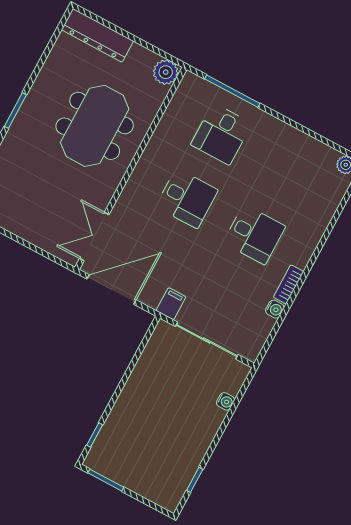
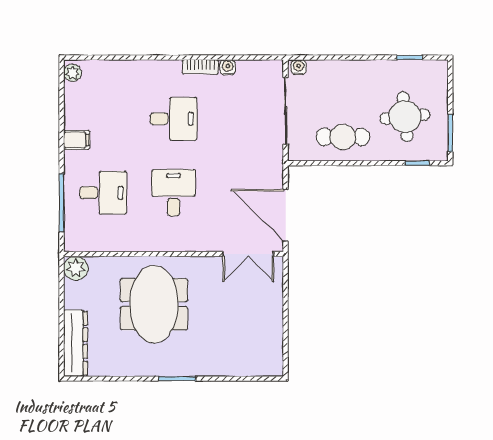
meeting table: (95, 126) -> (154, 304), turned 90
desk: (254, 234) -> (174, 119), turned 90
filing cabinet: (171, 304) -> (77, 140), moved, turned 180
cafe table: (155, 380) -> (343, 137), added
water cooler: (225, 401) -> (299, 67), moved
round table: (143, 447) -> (405, 117), added

